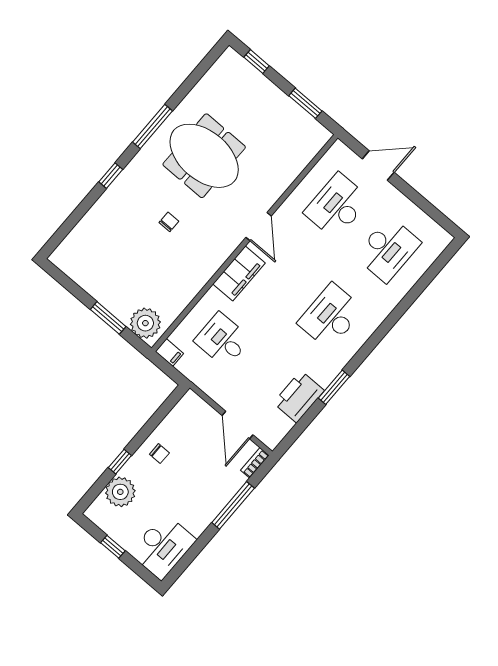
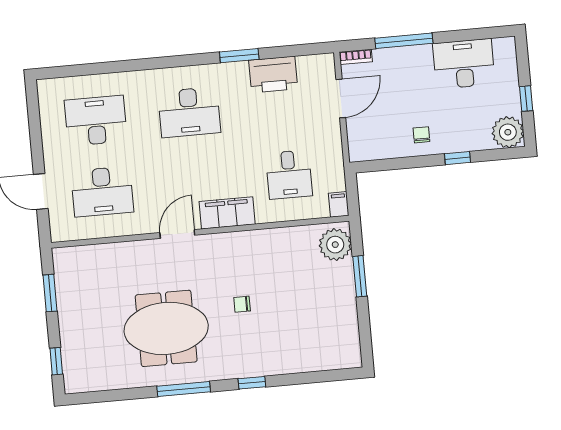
meeting table: (204, 156) -> (166, 328), turned 90
plant: (120, 492) -> (508, 132), moved
desk: (163, 546) -> (464, 64), moved

